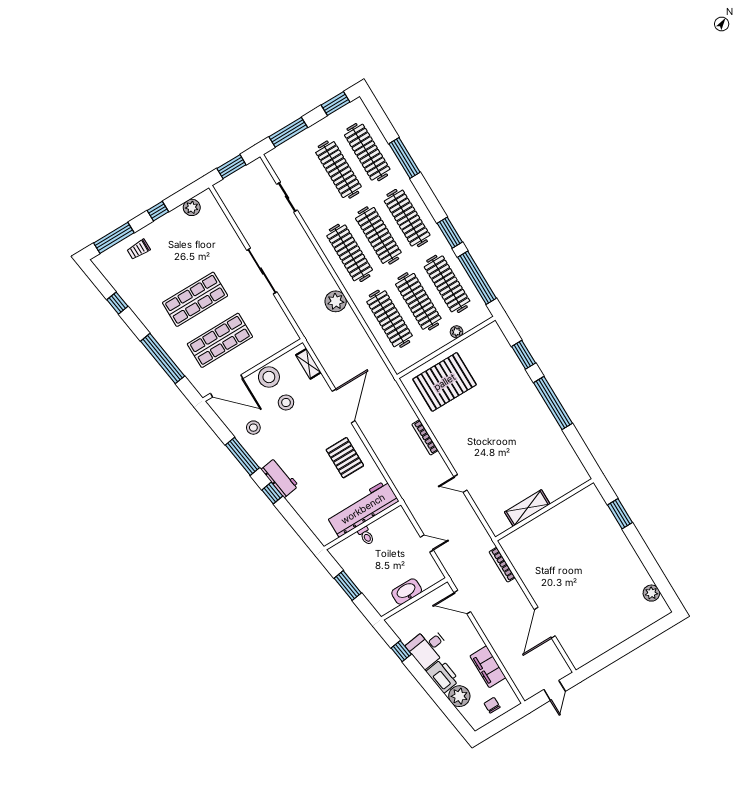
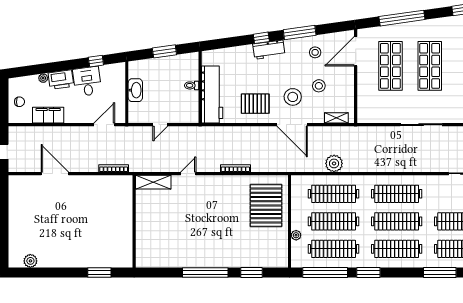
plant: (336, 301) -> (334, 163), moved
stool: (269, 377) -> (293, 97), moved
shelving: (527, 508) -> (153, 182), moved, turned 90
plant: (459, 696) -> (43, 78), width x0.53, depth x0.53

